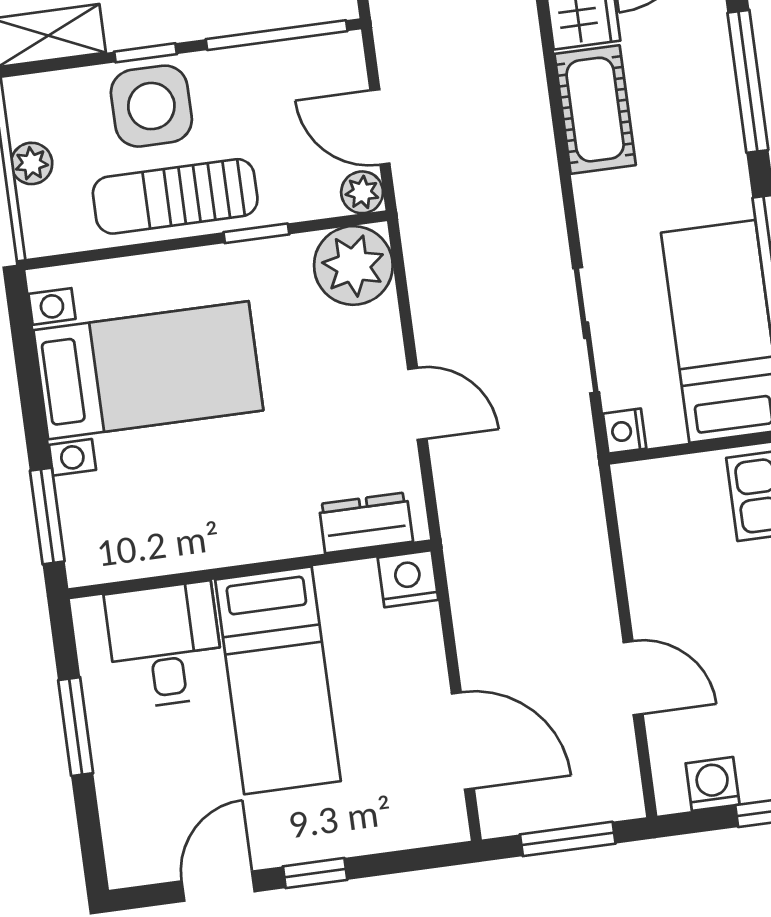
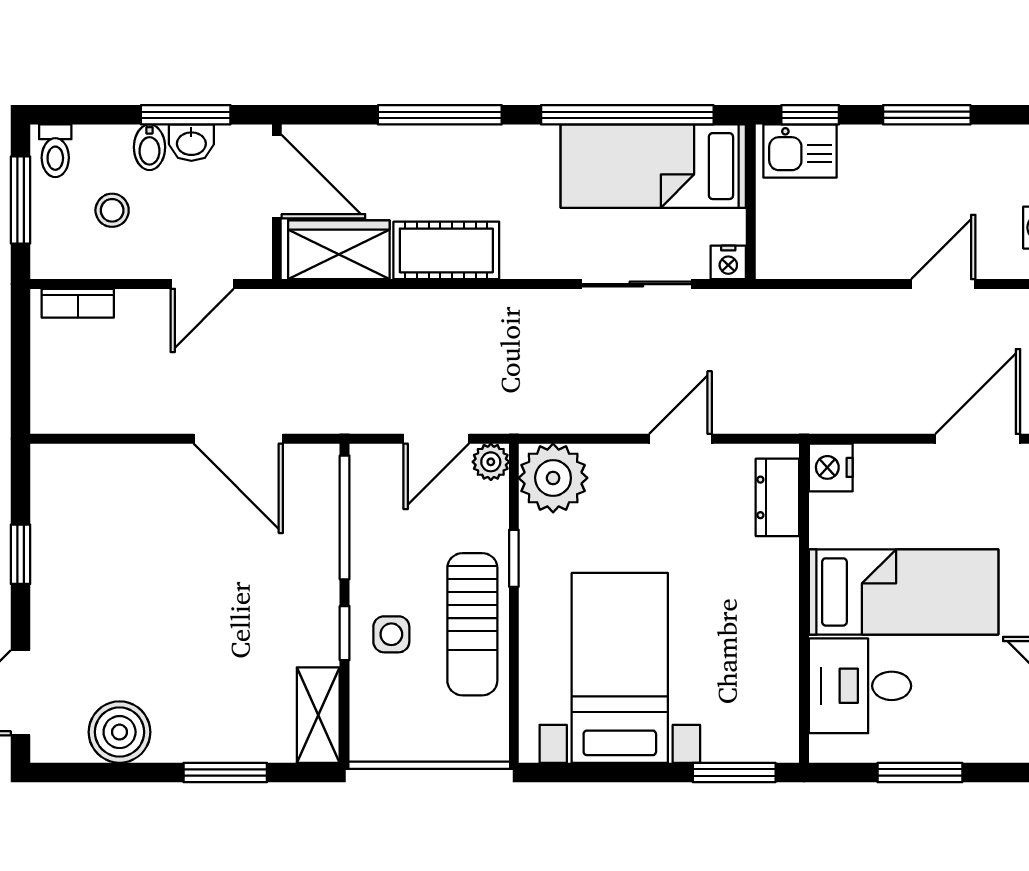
side table: (151, 106) -> (391, 634), width x0.54, depth x0.54
plant: (32, 163) -> (427, 745), removed

